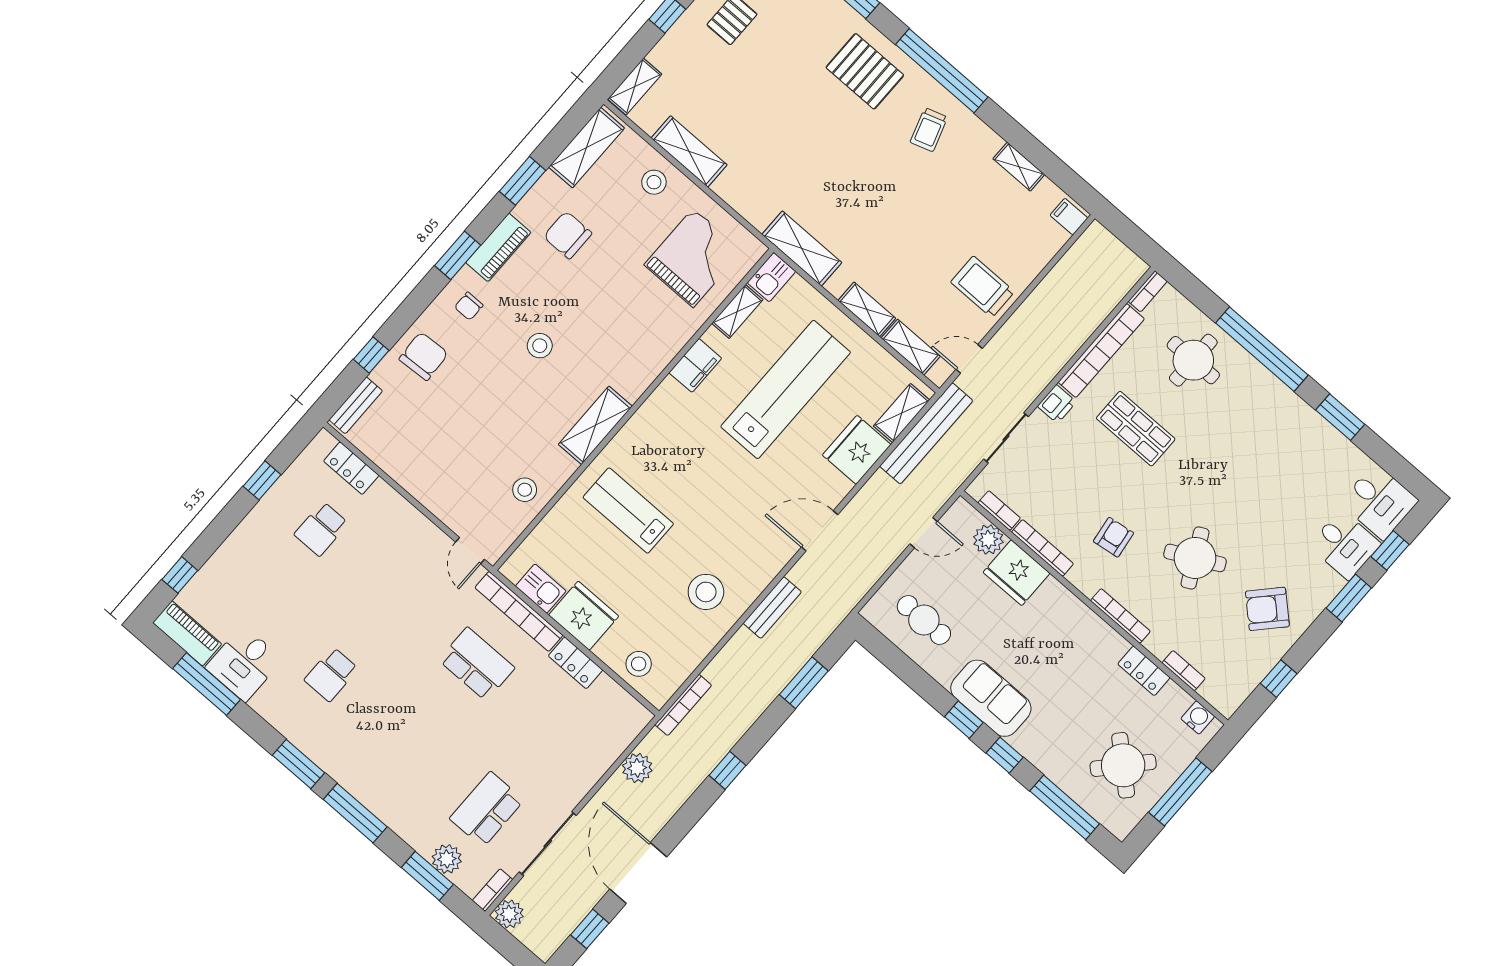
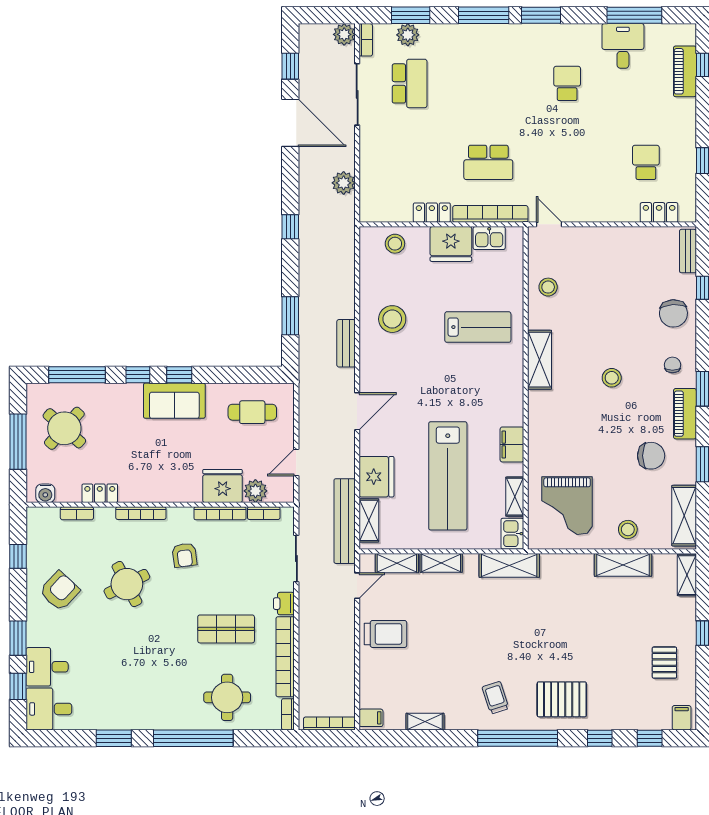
piano: (187, 633) -> (685, 71), moved, turned 90
bookcase: (683, 705) -> (329, 723), moved, turned 90

